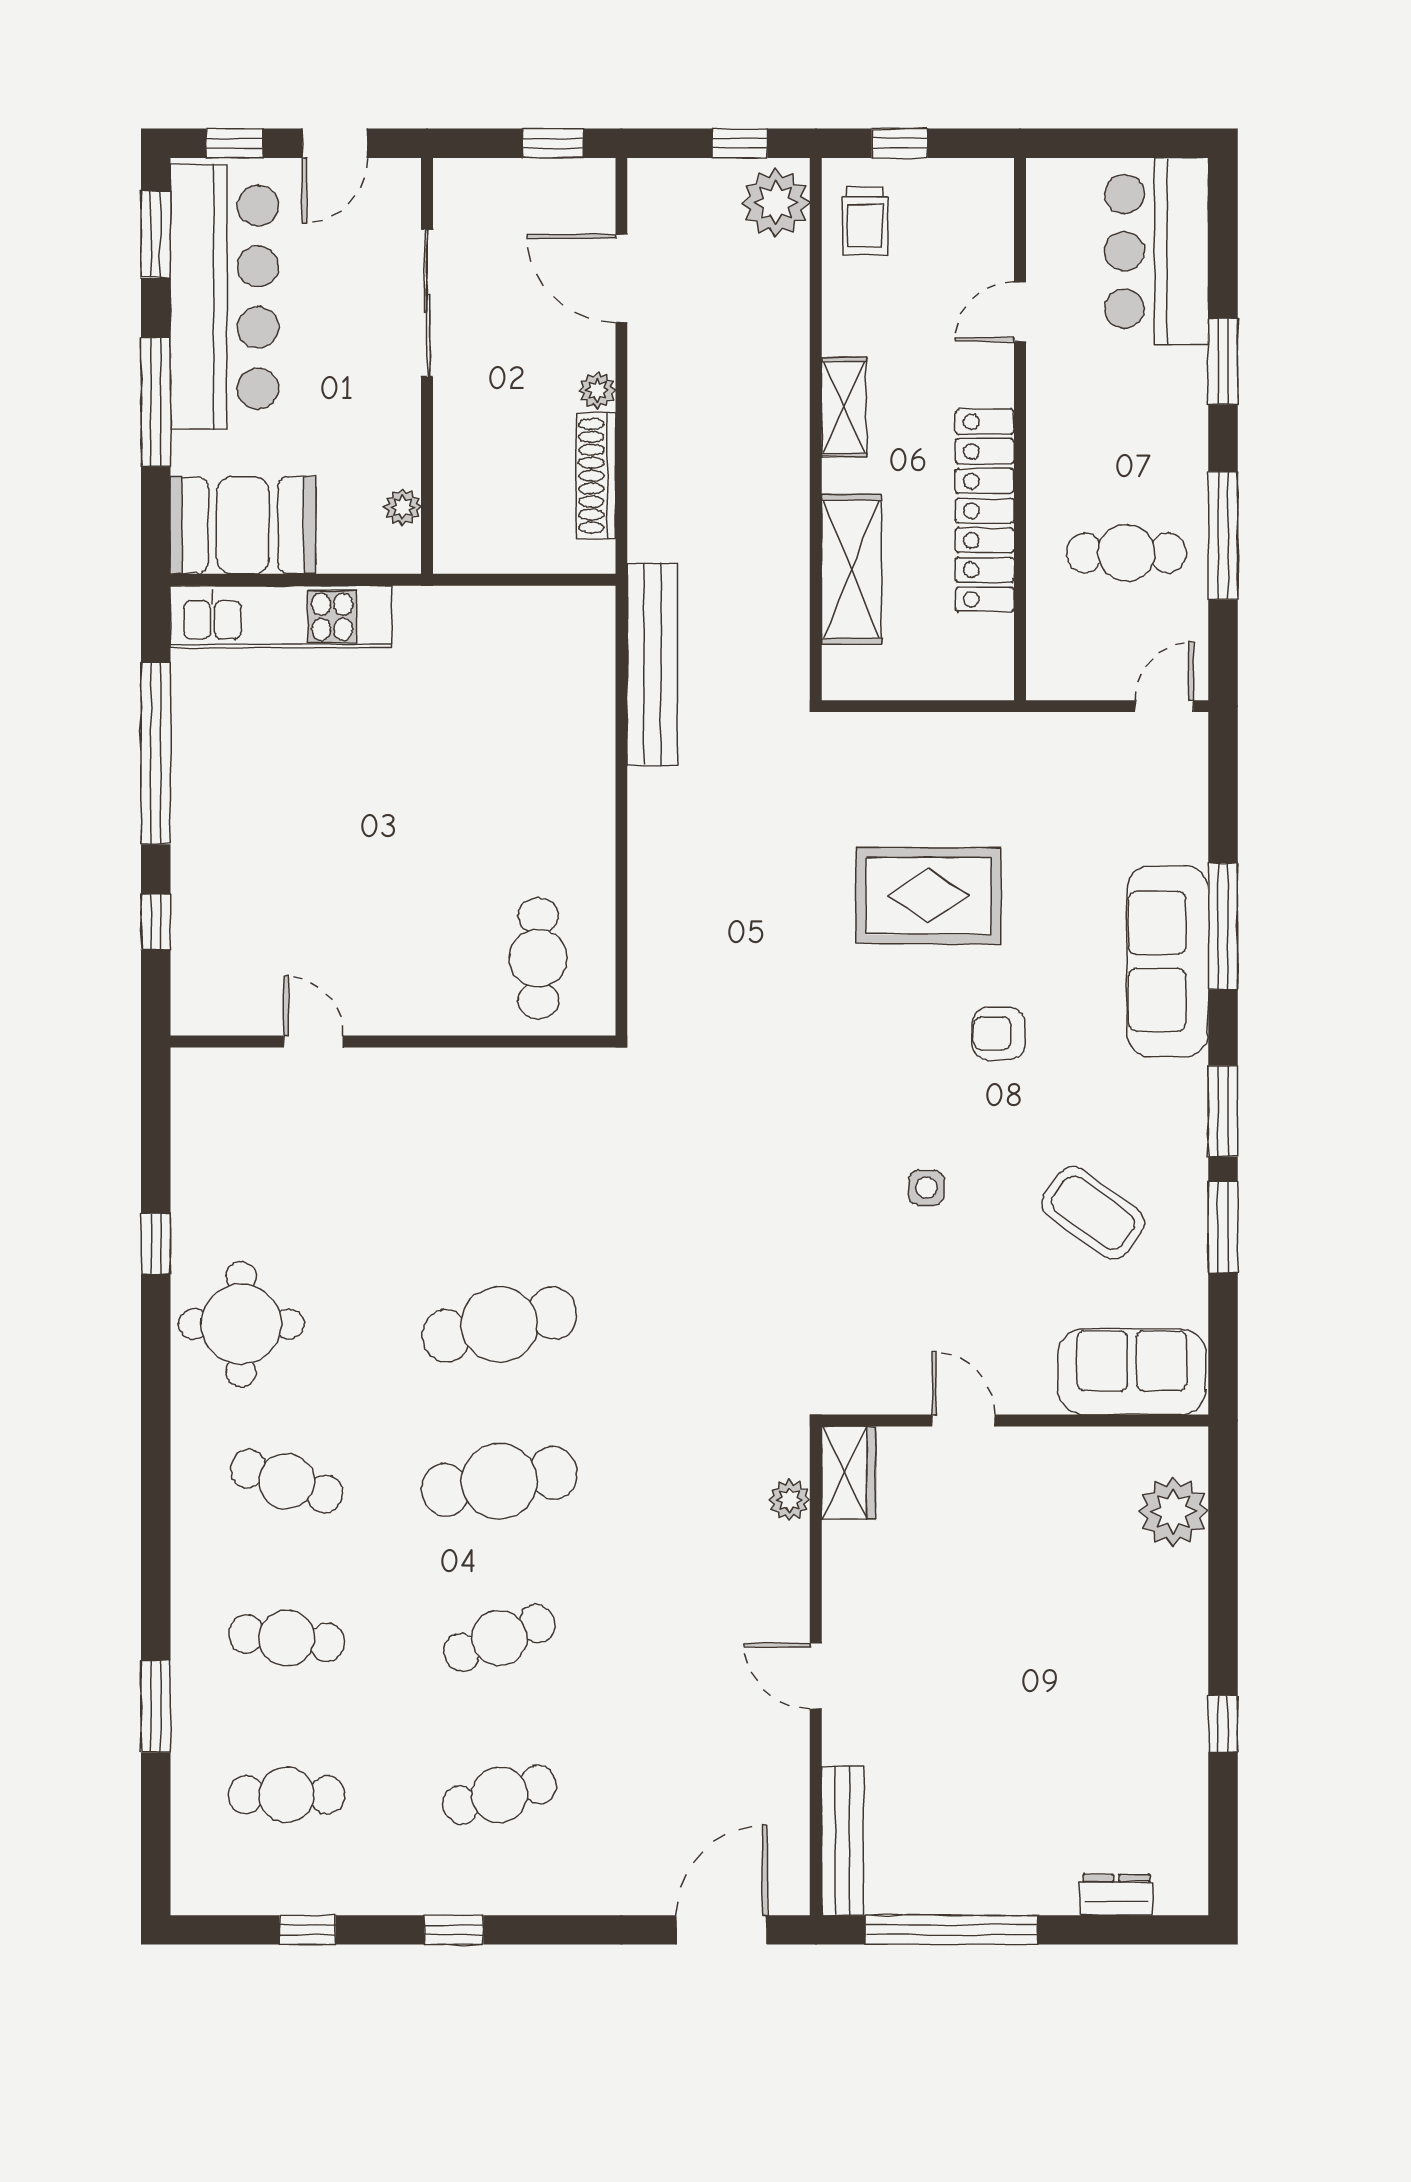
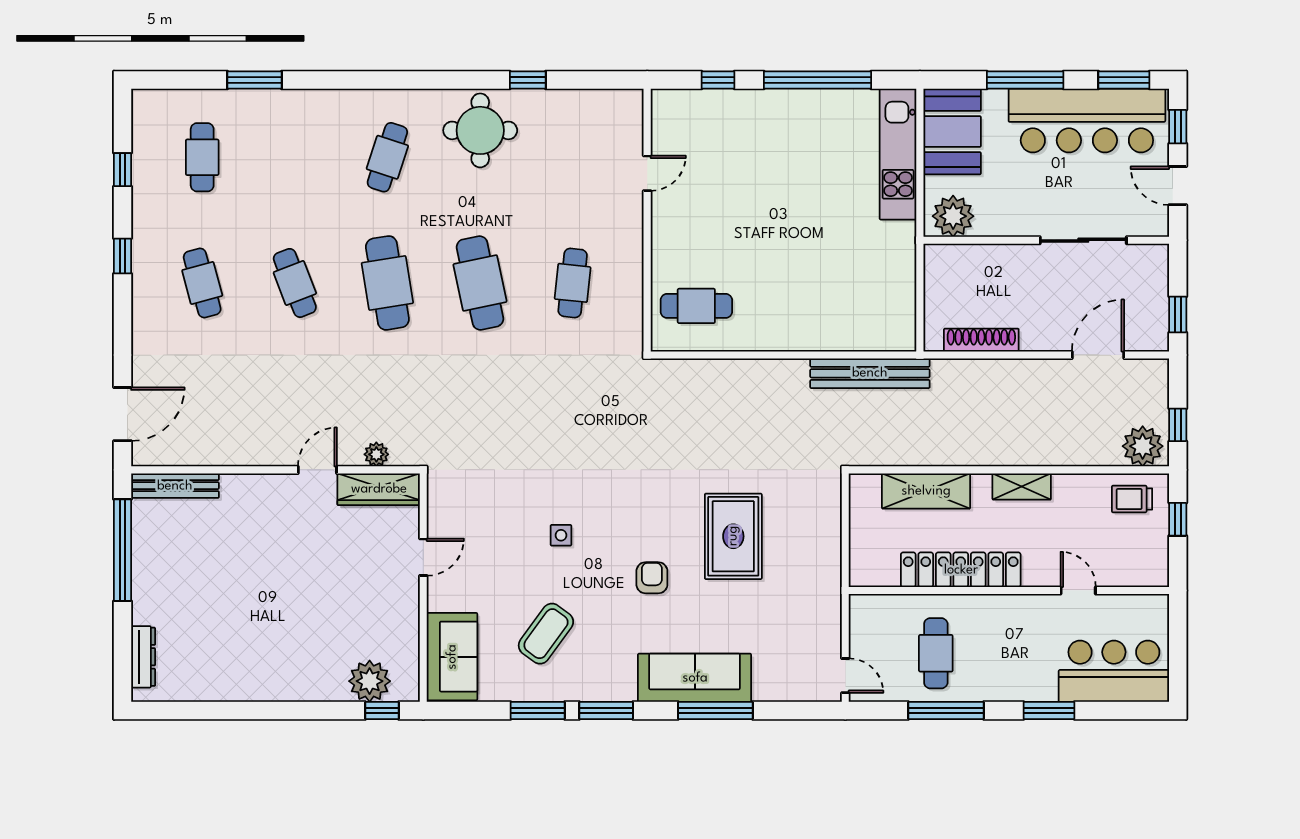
plant: (597, 390) -> (1032, 341), removed
plant: (403, 507) -> (953, 216), width x1.88, depth x1.88
wardrobe: (849, 1473) -> (379, 489), width x1.50
cafe table: (287, 1638) -> (573, 283), moved
door: (816, 1676) -> (317, 470), moved
window: (1223, 1724) -> (382, 710), moved
dresser: (1116, 1895) -> (143, 657), width x1.44
door: (721, 1930) -> (122, 414), hinge flipped

